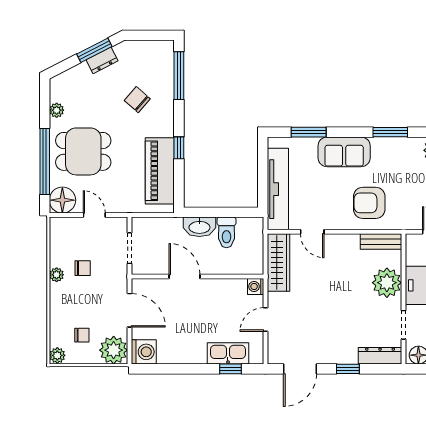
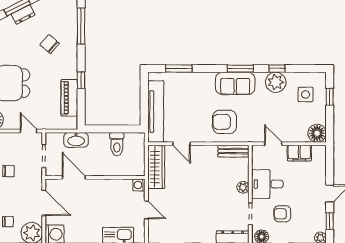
sofa: (344, 152) -> (235, 83), moved
piano: (160, 171) -> (69, 98), width x0.73, depth x0.75
door: (94, 215) -> (29, 131), moved
washbasin: (199, 227) -> (76, 140), moved
door: (184, 277) -> (74, 177), moved
plant: (387, 283) -> (243, 187), width x0.53, depth x0.53
door: (266, 320) -> (146, 210), swing flipped

